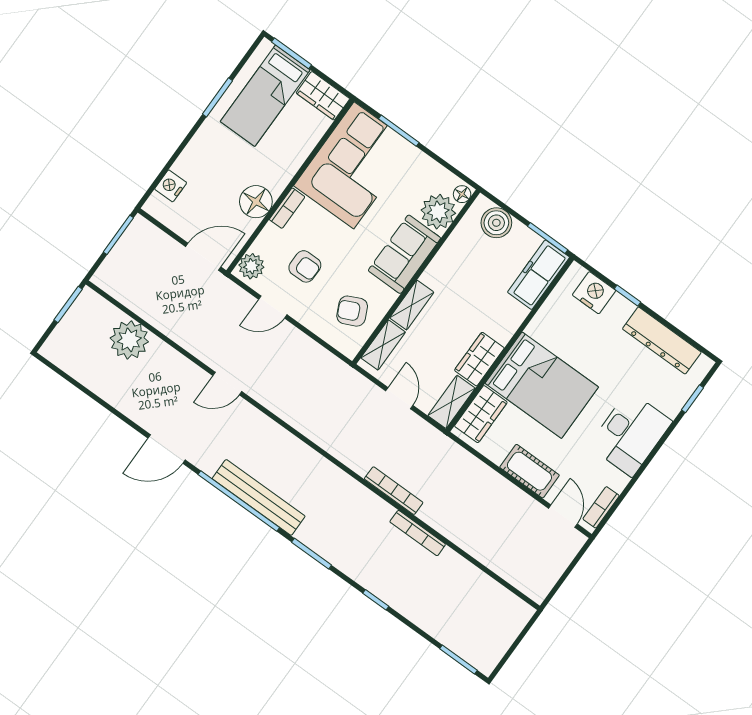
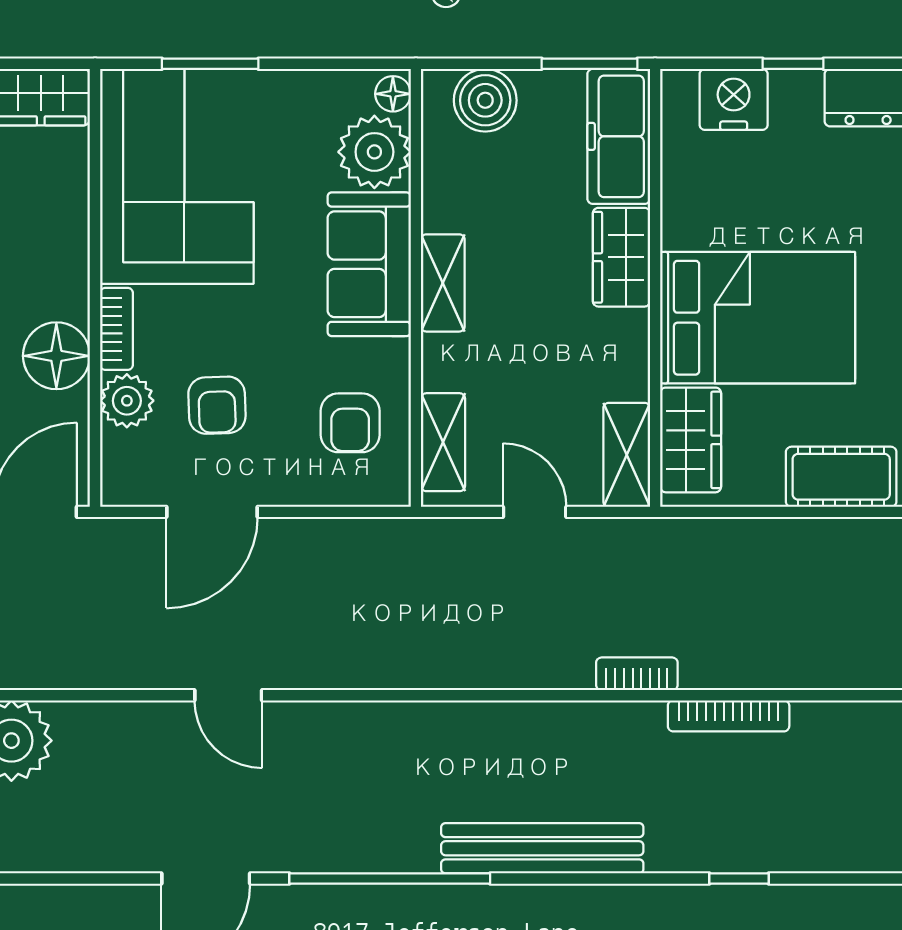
plant: (251, 266) -> (127, 401), moved
armchair: (305, 266) -> (217, 405), turned 88
shelving: (412, 305) -> (443, 283), moved
door: (273, 307) -> (212, 512), width x1.38
armchair: (352, 311) -> (350, 423), turned -65
wardrobe: (479, 359) -> (621, 257), moved
door: (227, 383) -> (228, 695), hinge flipped
bookcase: (394, 491) -> (637, 674), width x0.64
bench: (259, 497) -> (542, 848), moved
window: (312, 554) -> (575, 878), removed

